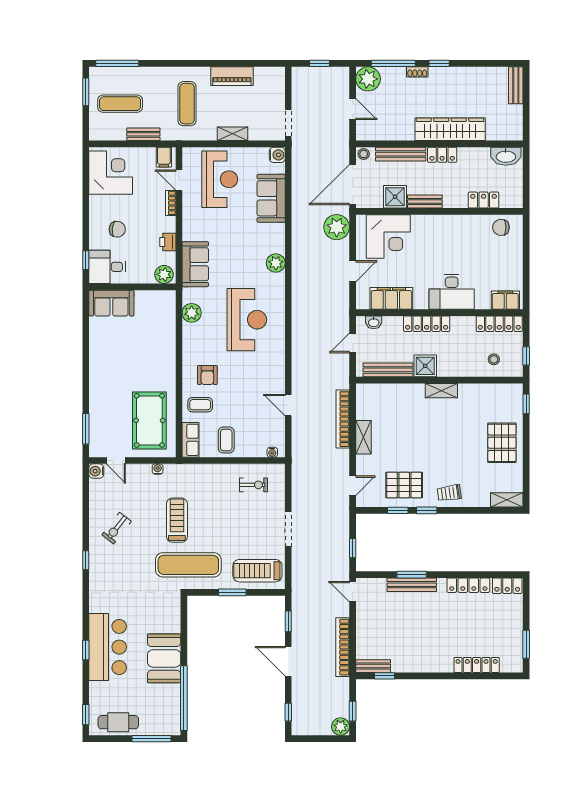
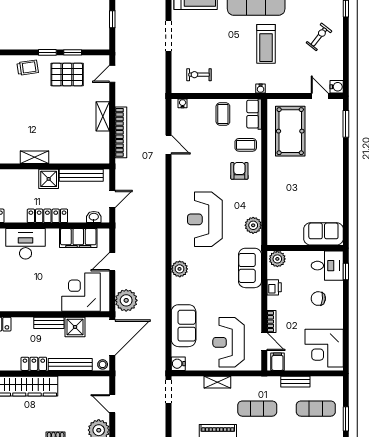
exercise mat: (187, 104) -> (257, 409), turned 90
water cooler: (158, 469) -> (261, 89), moved

